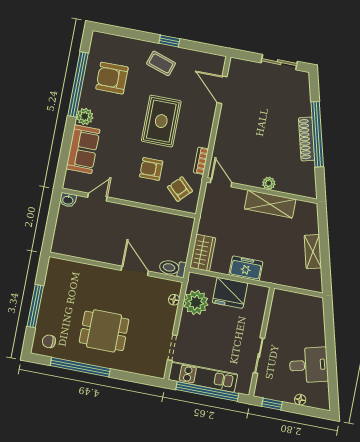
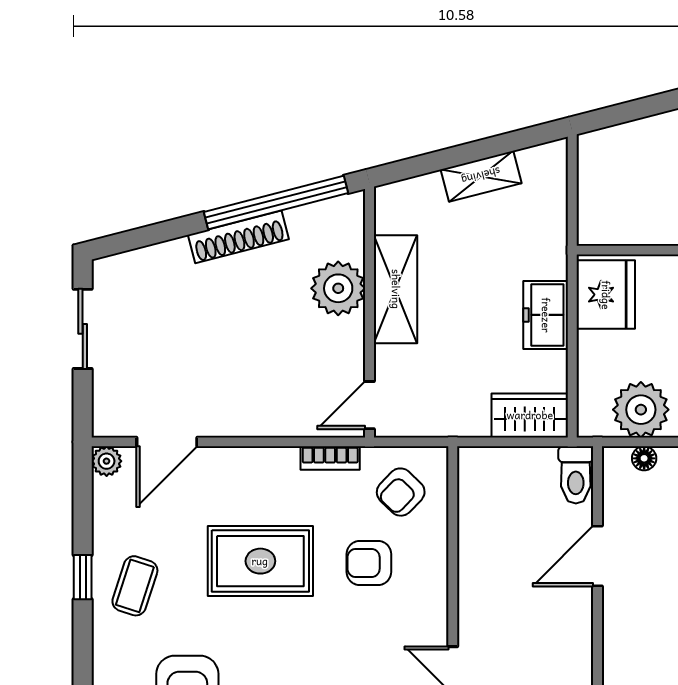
plant: (219, 61) -> (107, 461), added
window: (317, 134) -> (276, 203), moved
armchair: (151, 169) -> (369, 563), turned 90
plant: (269, 183) -> (338, 288), width x1.88, depth x1.88
fridge: (230, 293) -> (606, 295), moved

